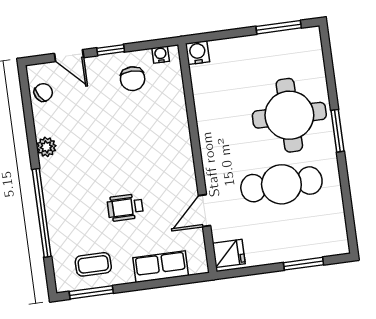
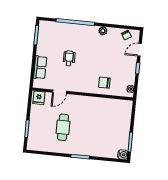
water cooler: (198, 53) -> (123, 155), moved
chair: (133, 79) -> (104, 83), moved
round table: (289, 115) -> (92, 138), removed
cafe table: (281, 184) -> (63, 127), width x0.73, depth x0.74
door: (204, 211) -> (60, 92), swing flipped
coffee table: (93, 264) -> (48, 39), removed

